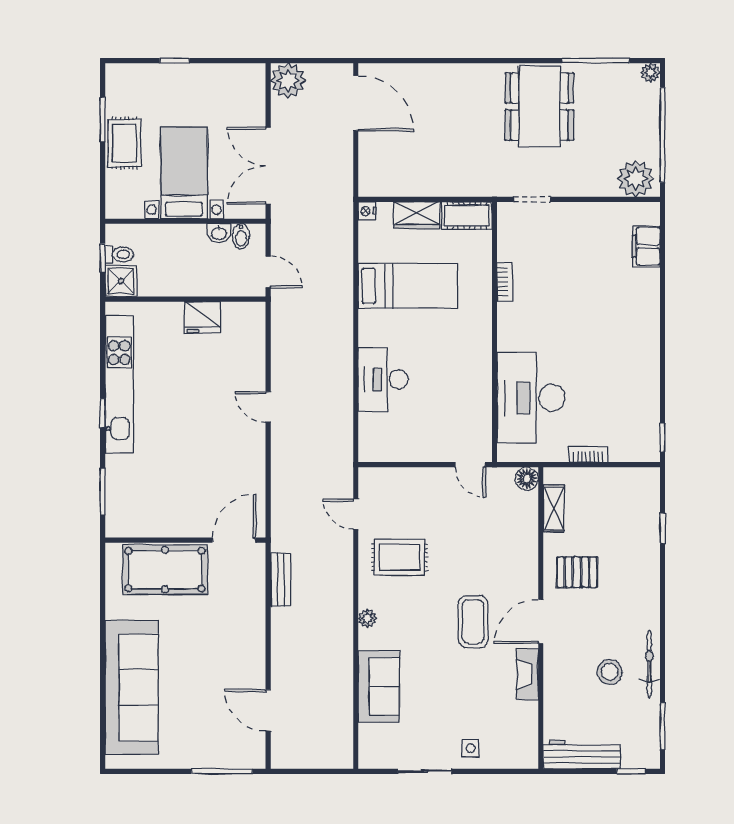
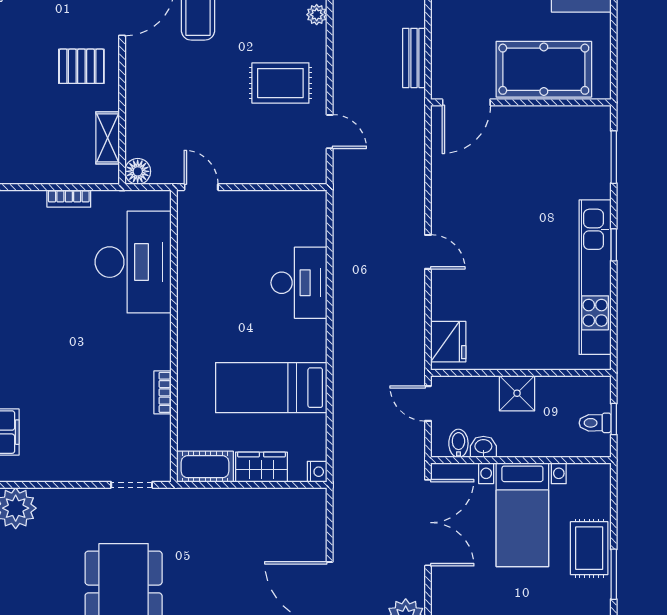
shower: (121, 281) -> (517, 393), moved
fridge: (202, 317) -> (448, 342), moved, turned 90

